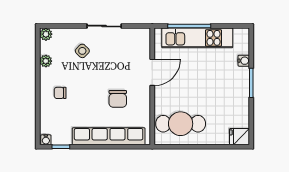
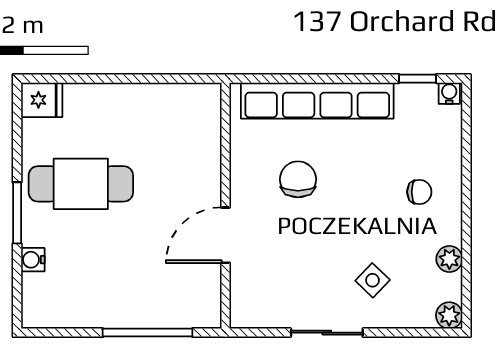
kitchen unit: (197, 38) -> (131, 308), removed
cafe table: (181, 124) -> (81, 184), moved

